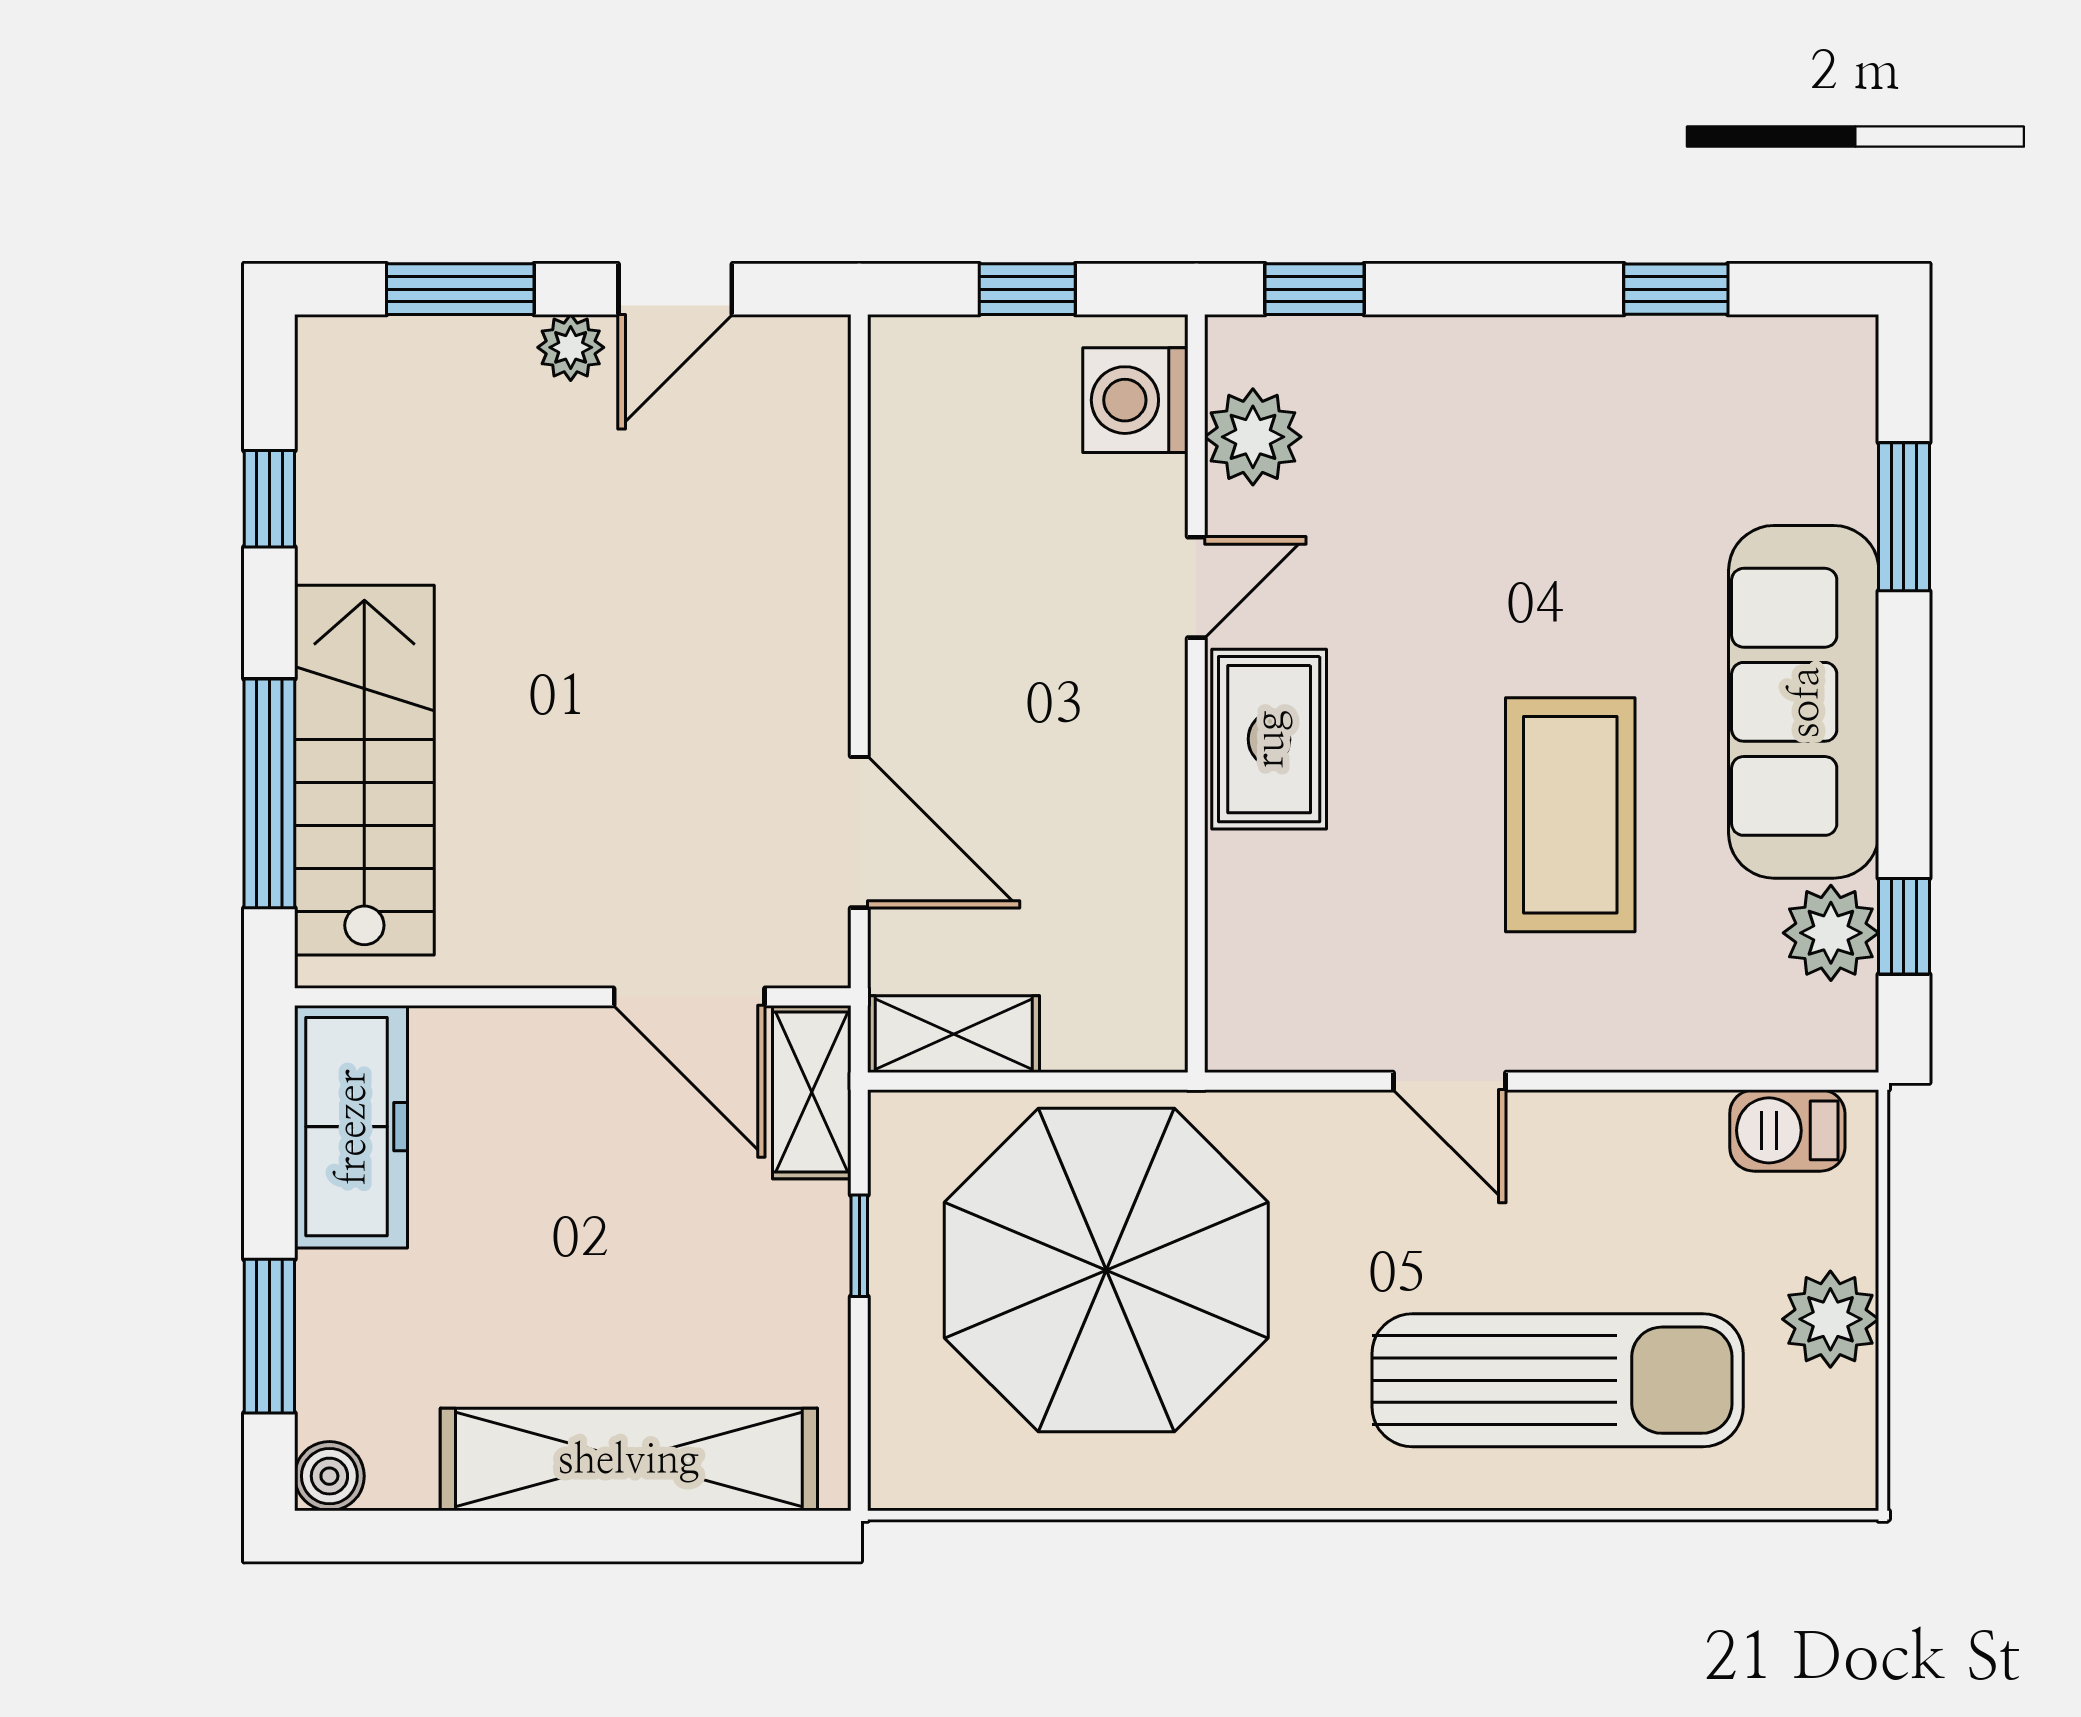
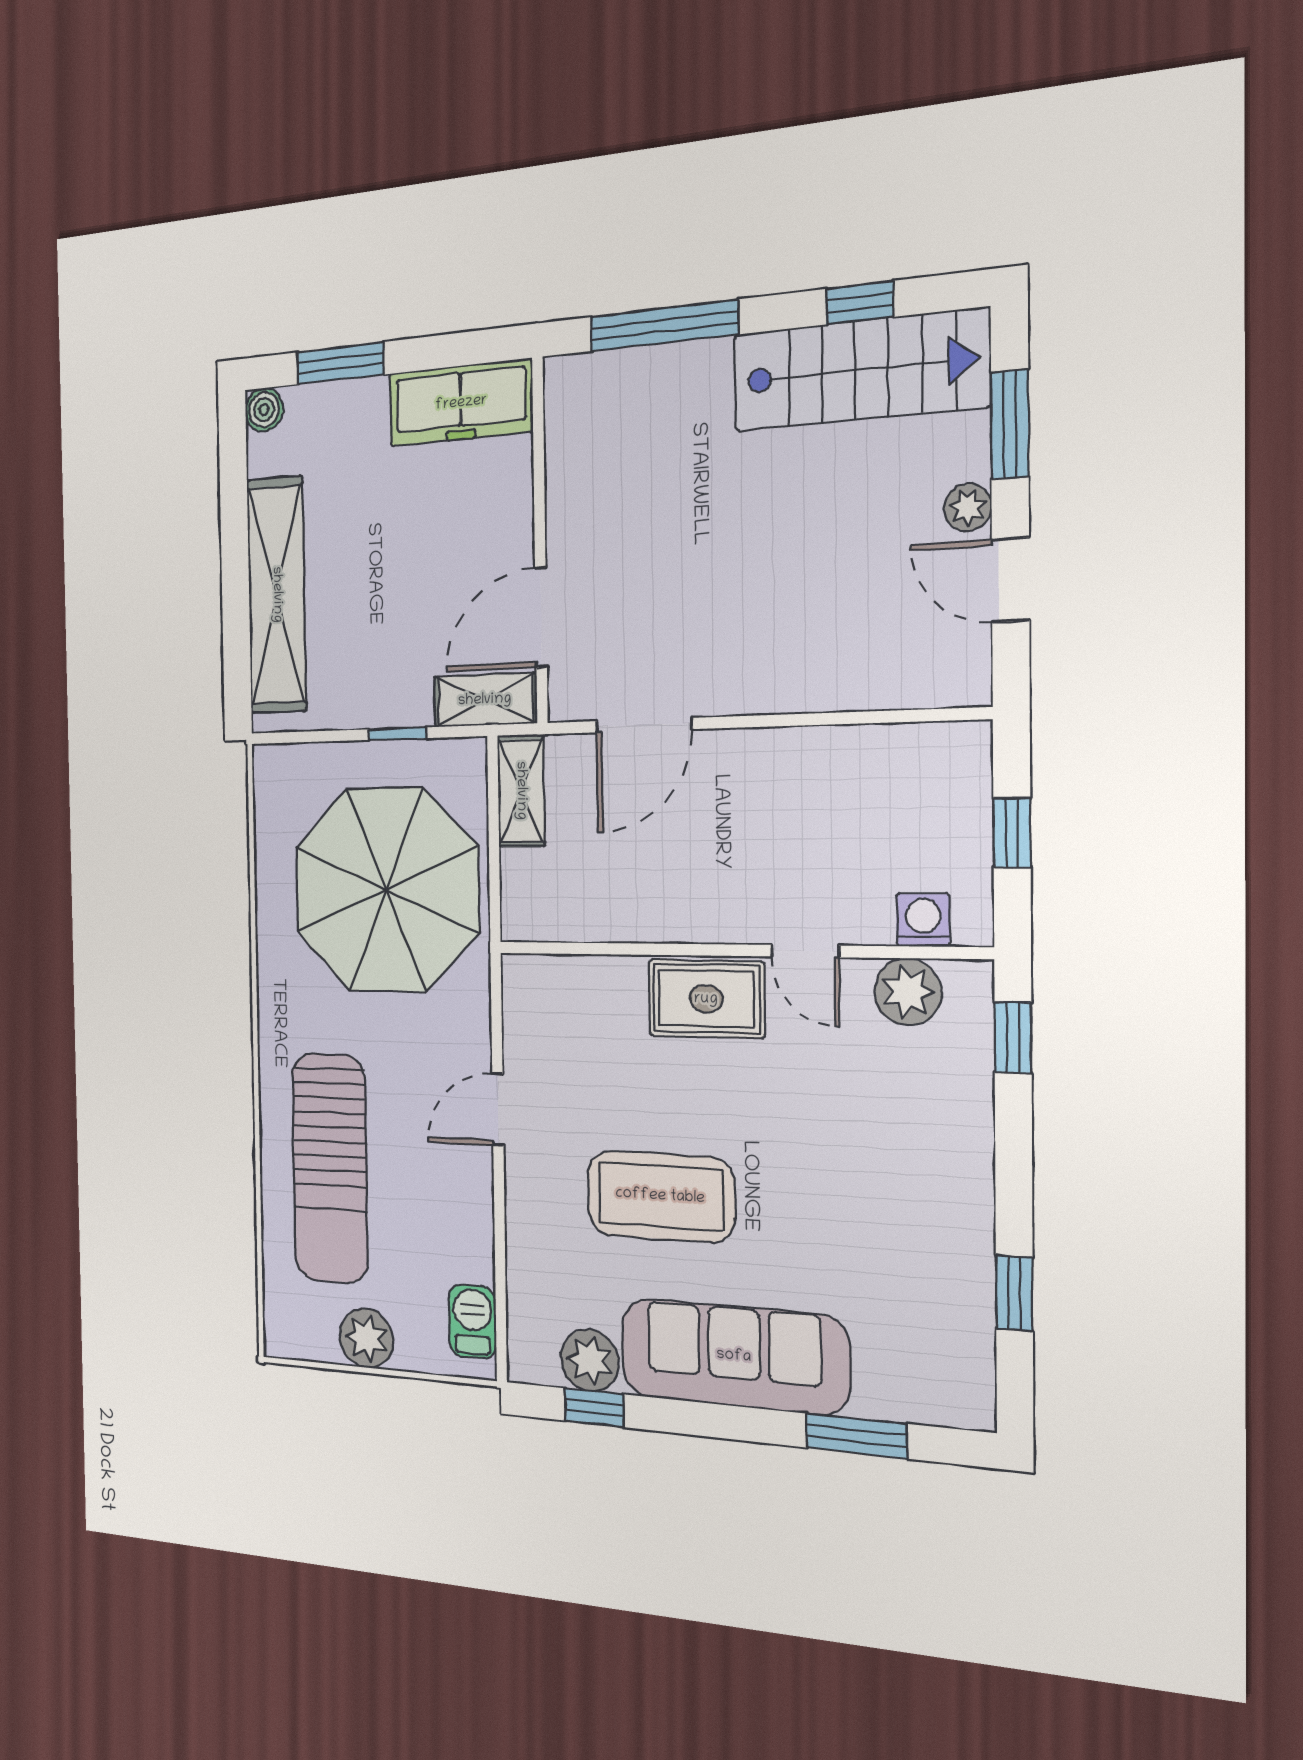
washing machine: (1135, 400) -> (923, 920), width x0.73, depth x0.73
stairs: (364, 770) -> (860, 370), moved

